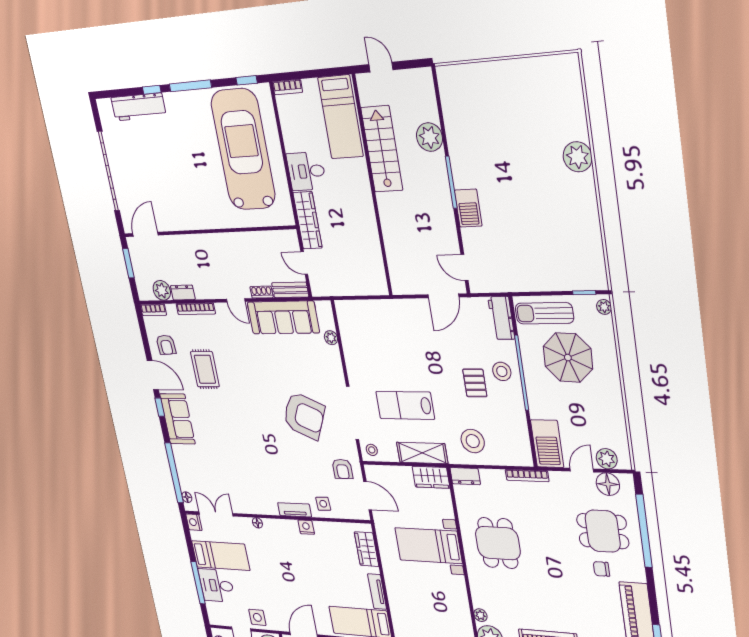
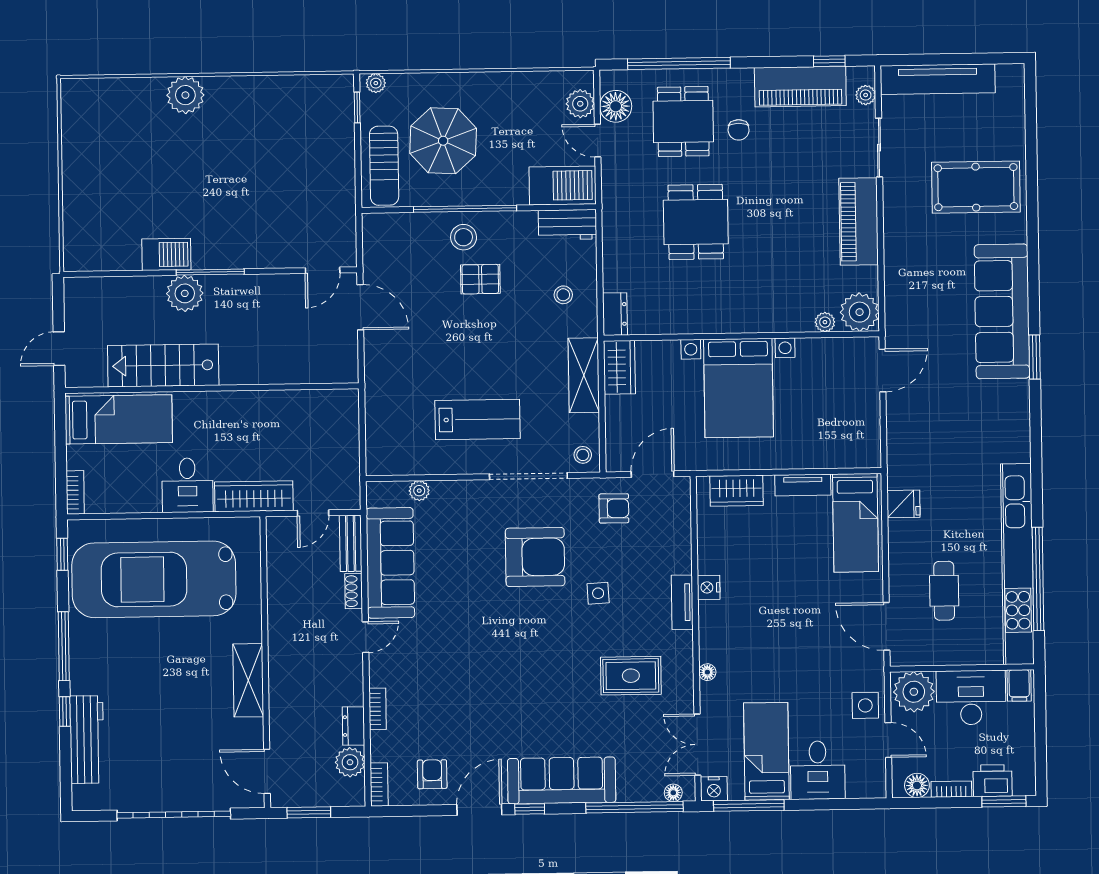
plant: (429, 137) -> (185, 293), moved
barbecue: (468, 208) -> (166, 254), moved
shelving: (195, 220) -> (248, 680), added
bookcase: (196, 309) -> (378, 709), width x0.64
workbench: (501, 318) -> (567, 225), moved
armchair: (166, 345) -> (432, 774), turned -87
rug: (205, 369) -> (631, 676), moved
lab bench: (405, 405) -> (477, 420), moved, turned -90
armchair: (304, 416) -> (535, 557), turned 66
sofa: (177, 419) -> (562, 780), width x1.36
stool: (473, 441) -> (563, 295), width x0.53, depth x0.53
bookcase: (527, 476) -> (609, 221), removed
side table: (323, 504) -> (598, 593), moved
dining table: (498, 543) -> (696, 222), moved, turned 90
bed with nightstands: (428, 546) -> (739, 388), width x1.36
window: (198, 583) -> (749, 805), moved

